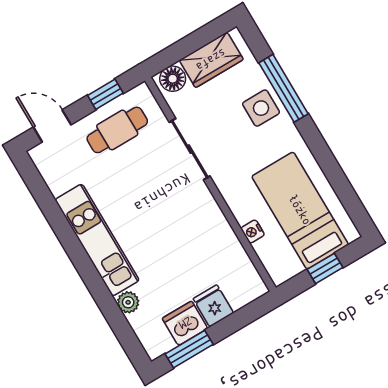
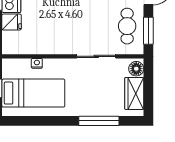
window: (105, 94) -> (148, 31), width x1.50
side table: (261, 108) -> (96, 104), removed

